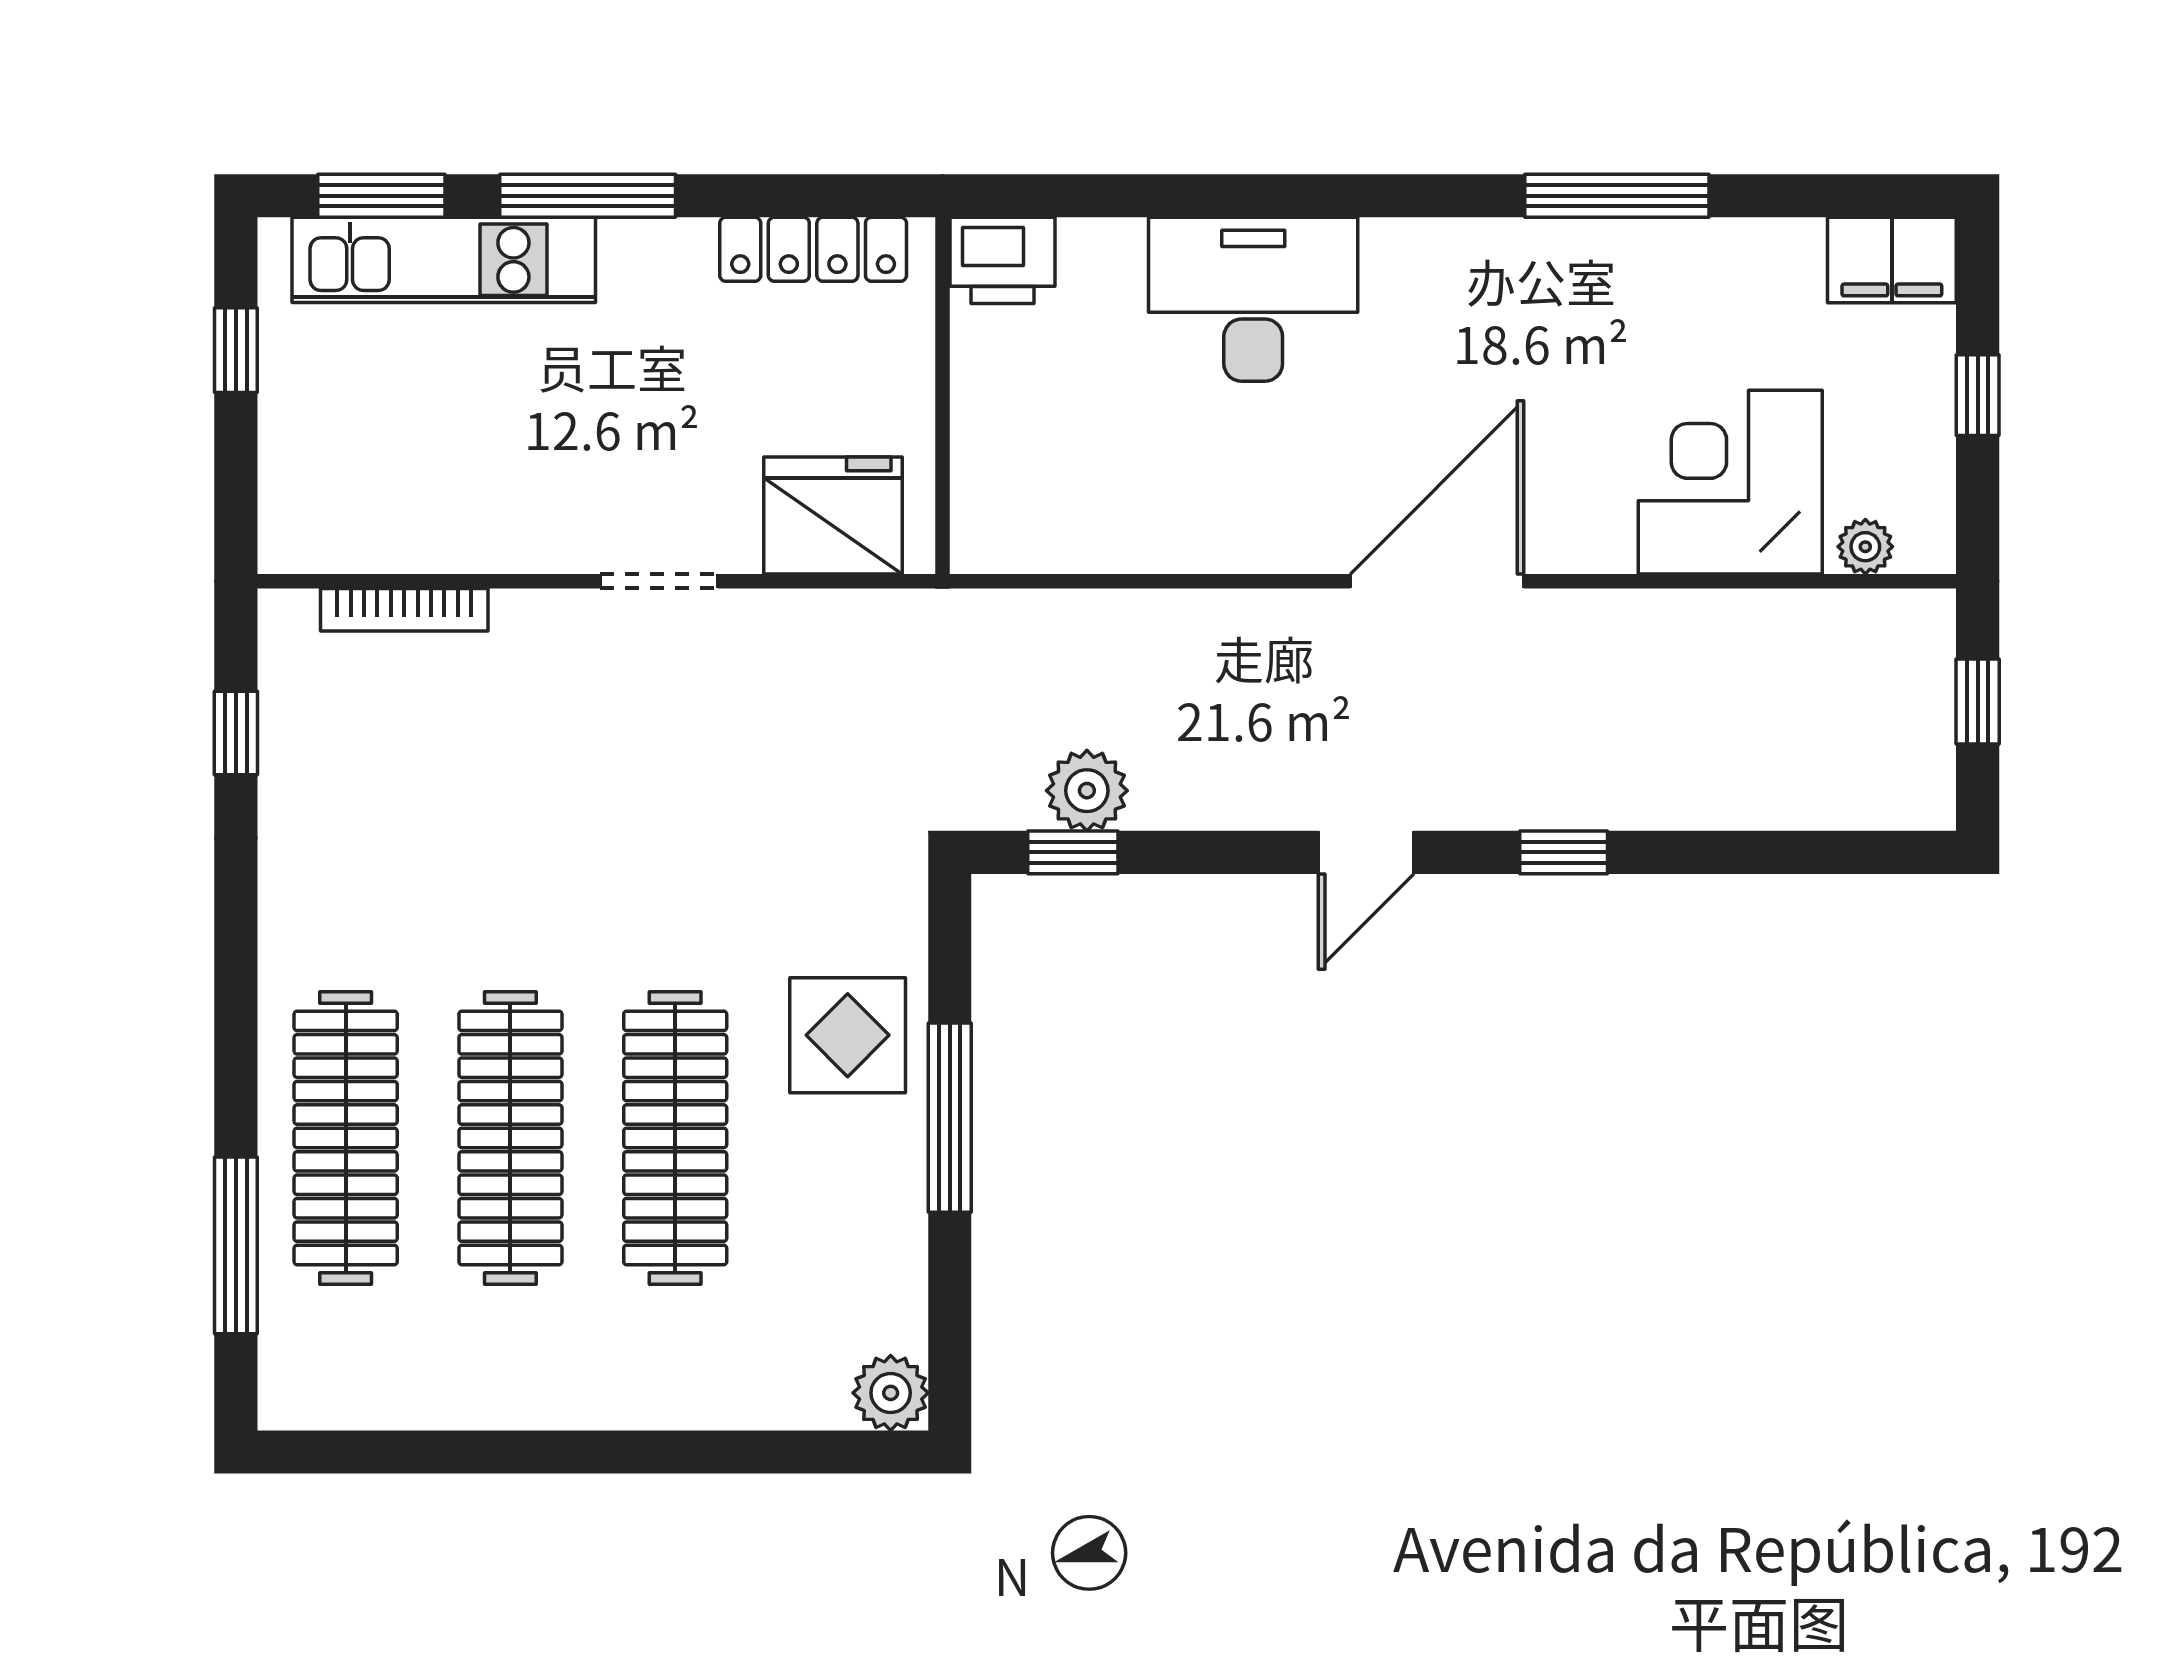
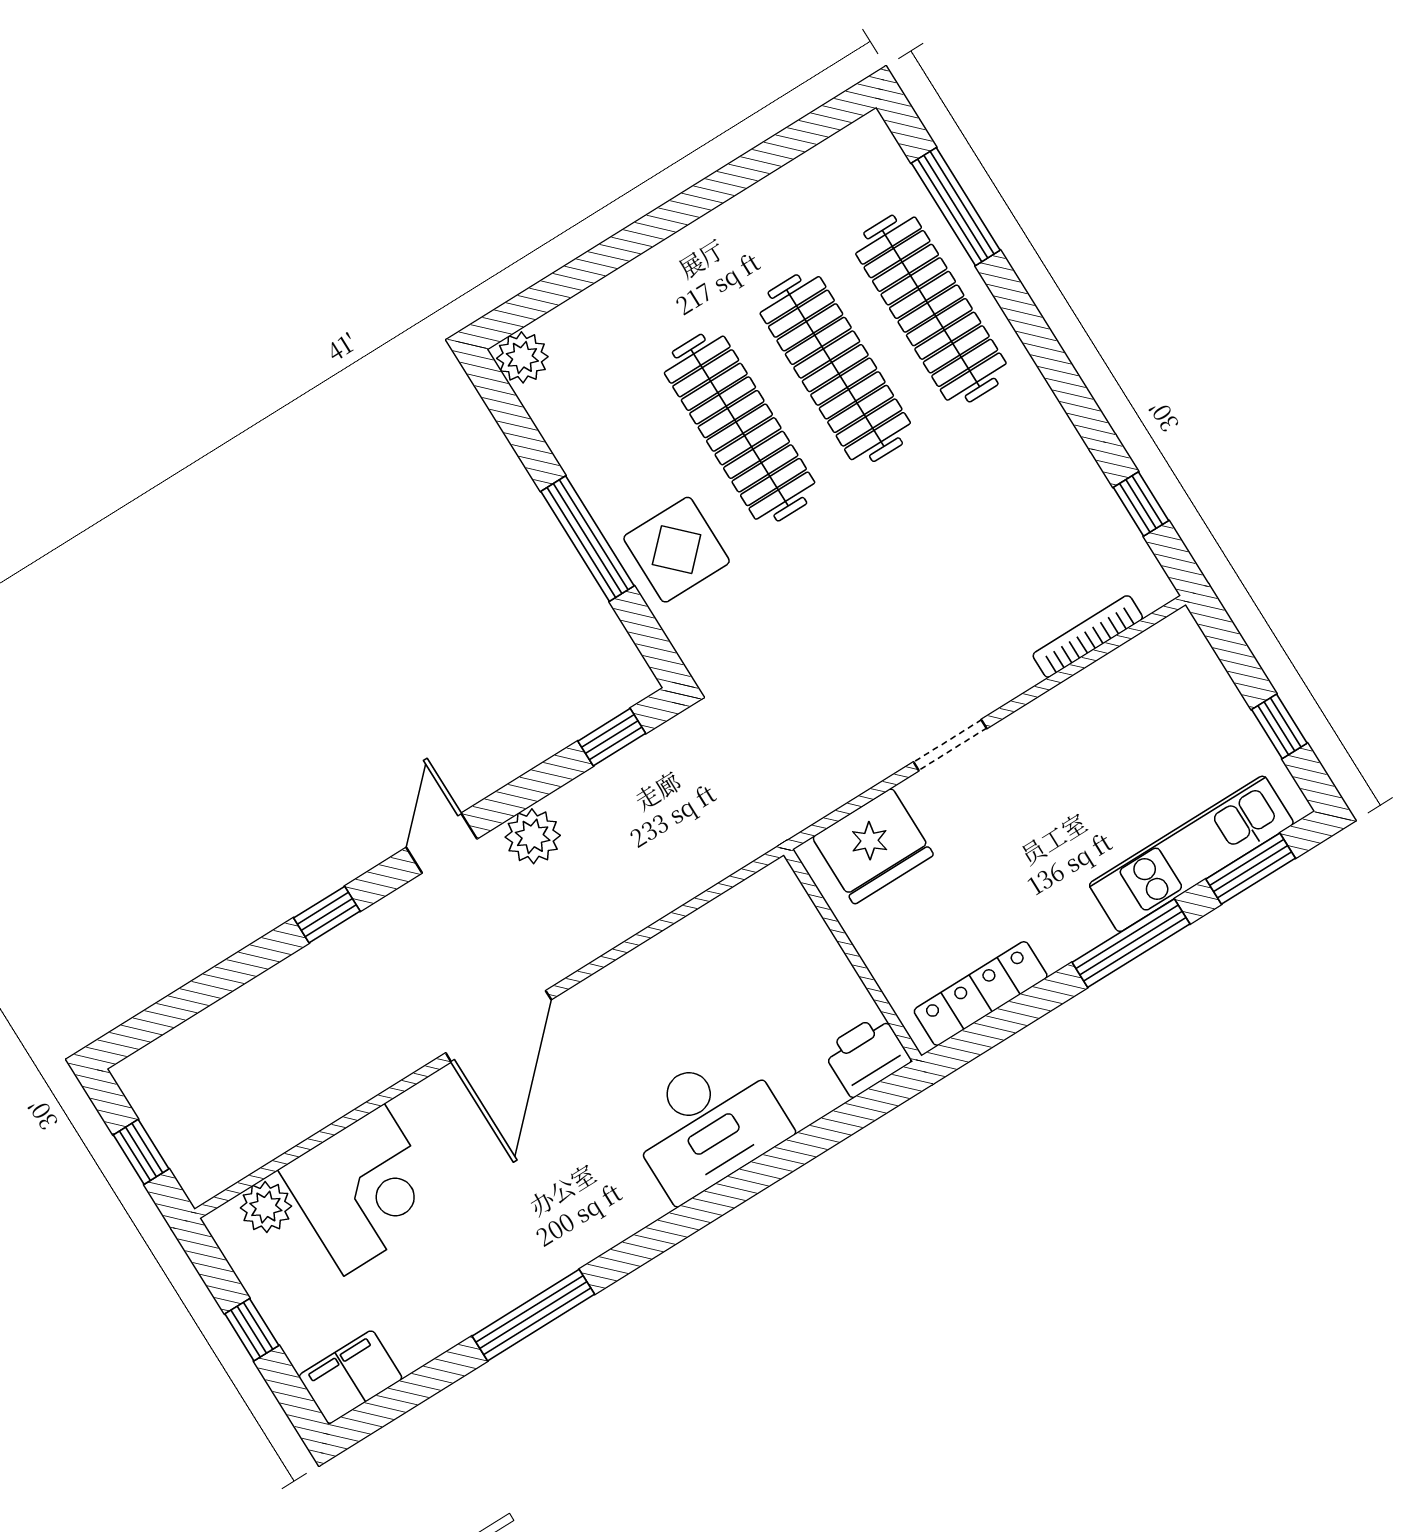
plant: (1865, 547) -> (266, 1207), width x1.38, depth x1.38
plant: (1087, 791) -> (533, 836), moved

